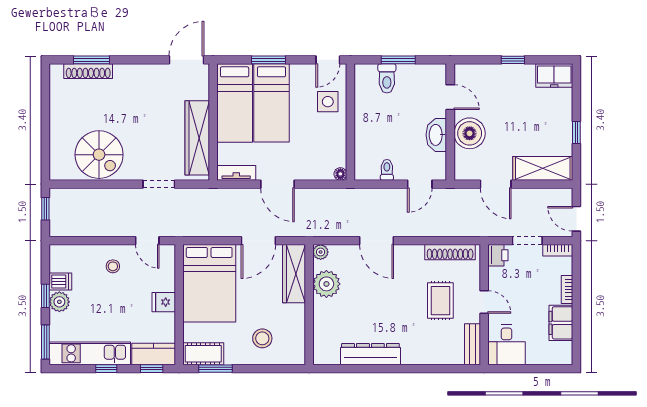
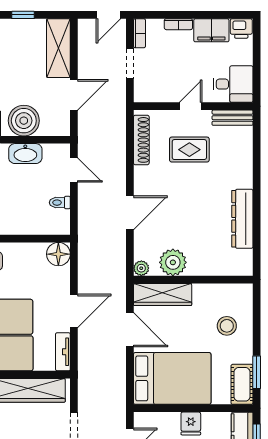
floor lamp: (340, 174) -> (58, 254), width x1.89, depth x1.89
printer: (498, 255) -> (241, 28), moved, turned 180

